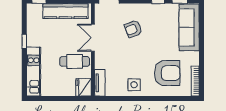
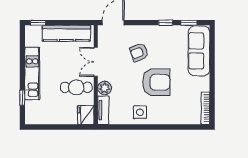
window: (24, 41) -> (22, 98), moved
plant: (101, 62) -> (105, 88), added
kitchen unit: (34, 72) -> (32, 73), moved
armchair: (167, 73) -> (156, 82), moved

